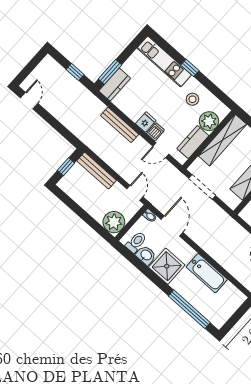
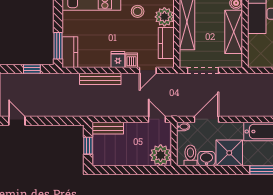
bench: (97, 171) -> (108, 128), width x0.73
door: (172, 226) -> (206, 119), hinge flipped

